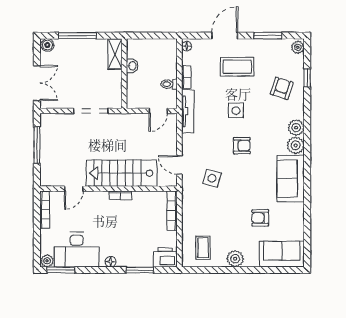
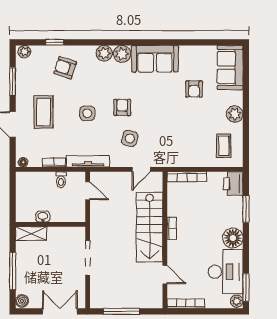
side table: (212, 178) -> (130, 138), moved
coffee table: (203, 248) -> (224, 146), turned 90
floor lamp: (111, 262) -> (233, 238), width x1.89, depth x1.89

